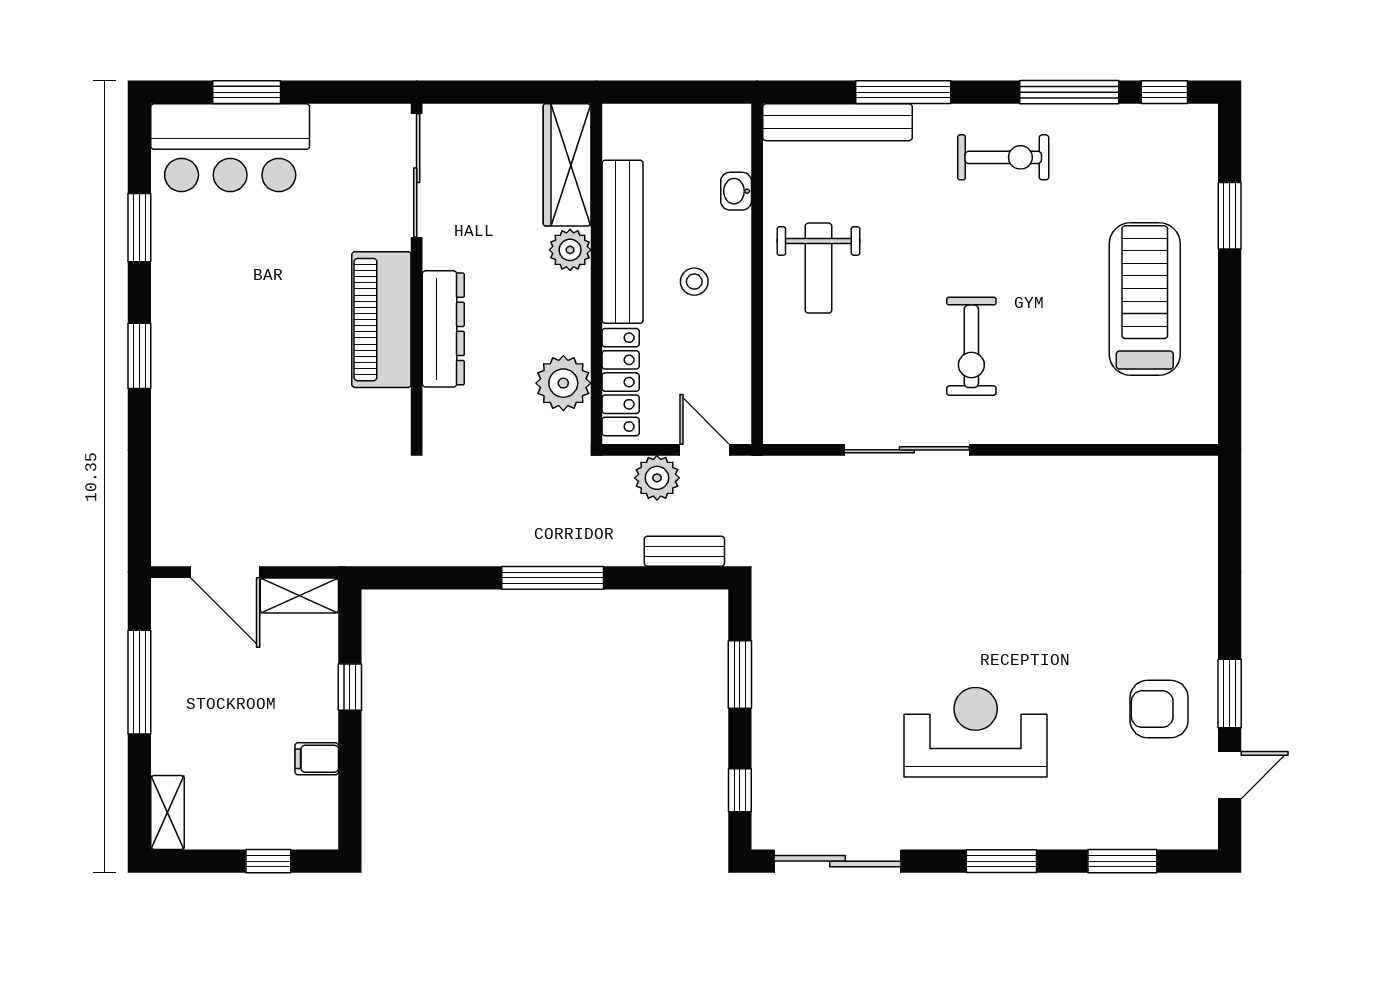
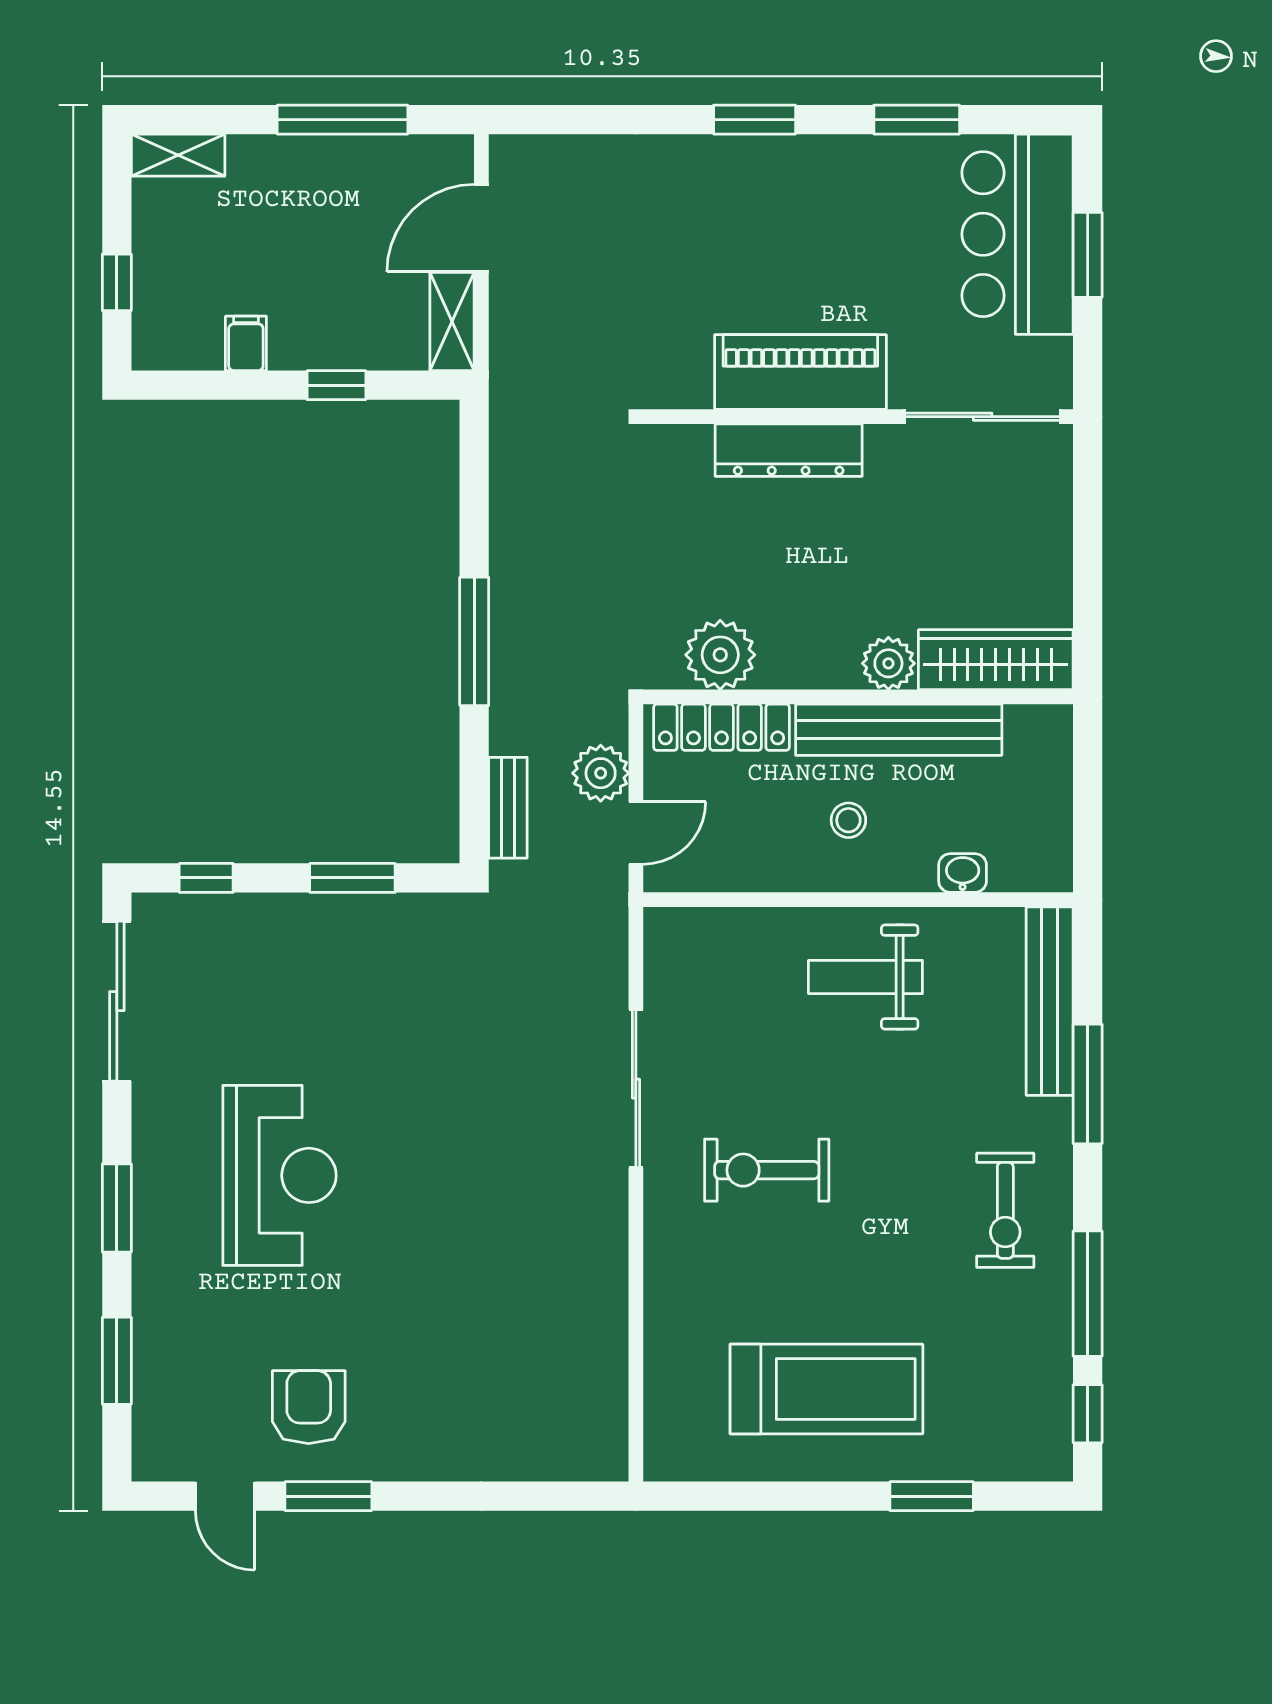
sliding door: (417, 175) -> (983, 417), moved
wall: (417, 274) -> (858, 417), moved
piano: (381, 320) -> (800, 372), moved
dresser: (443, 329) -> (789, 450), moved

